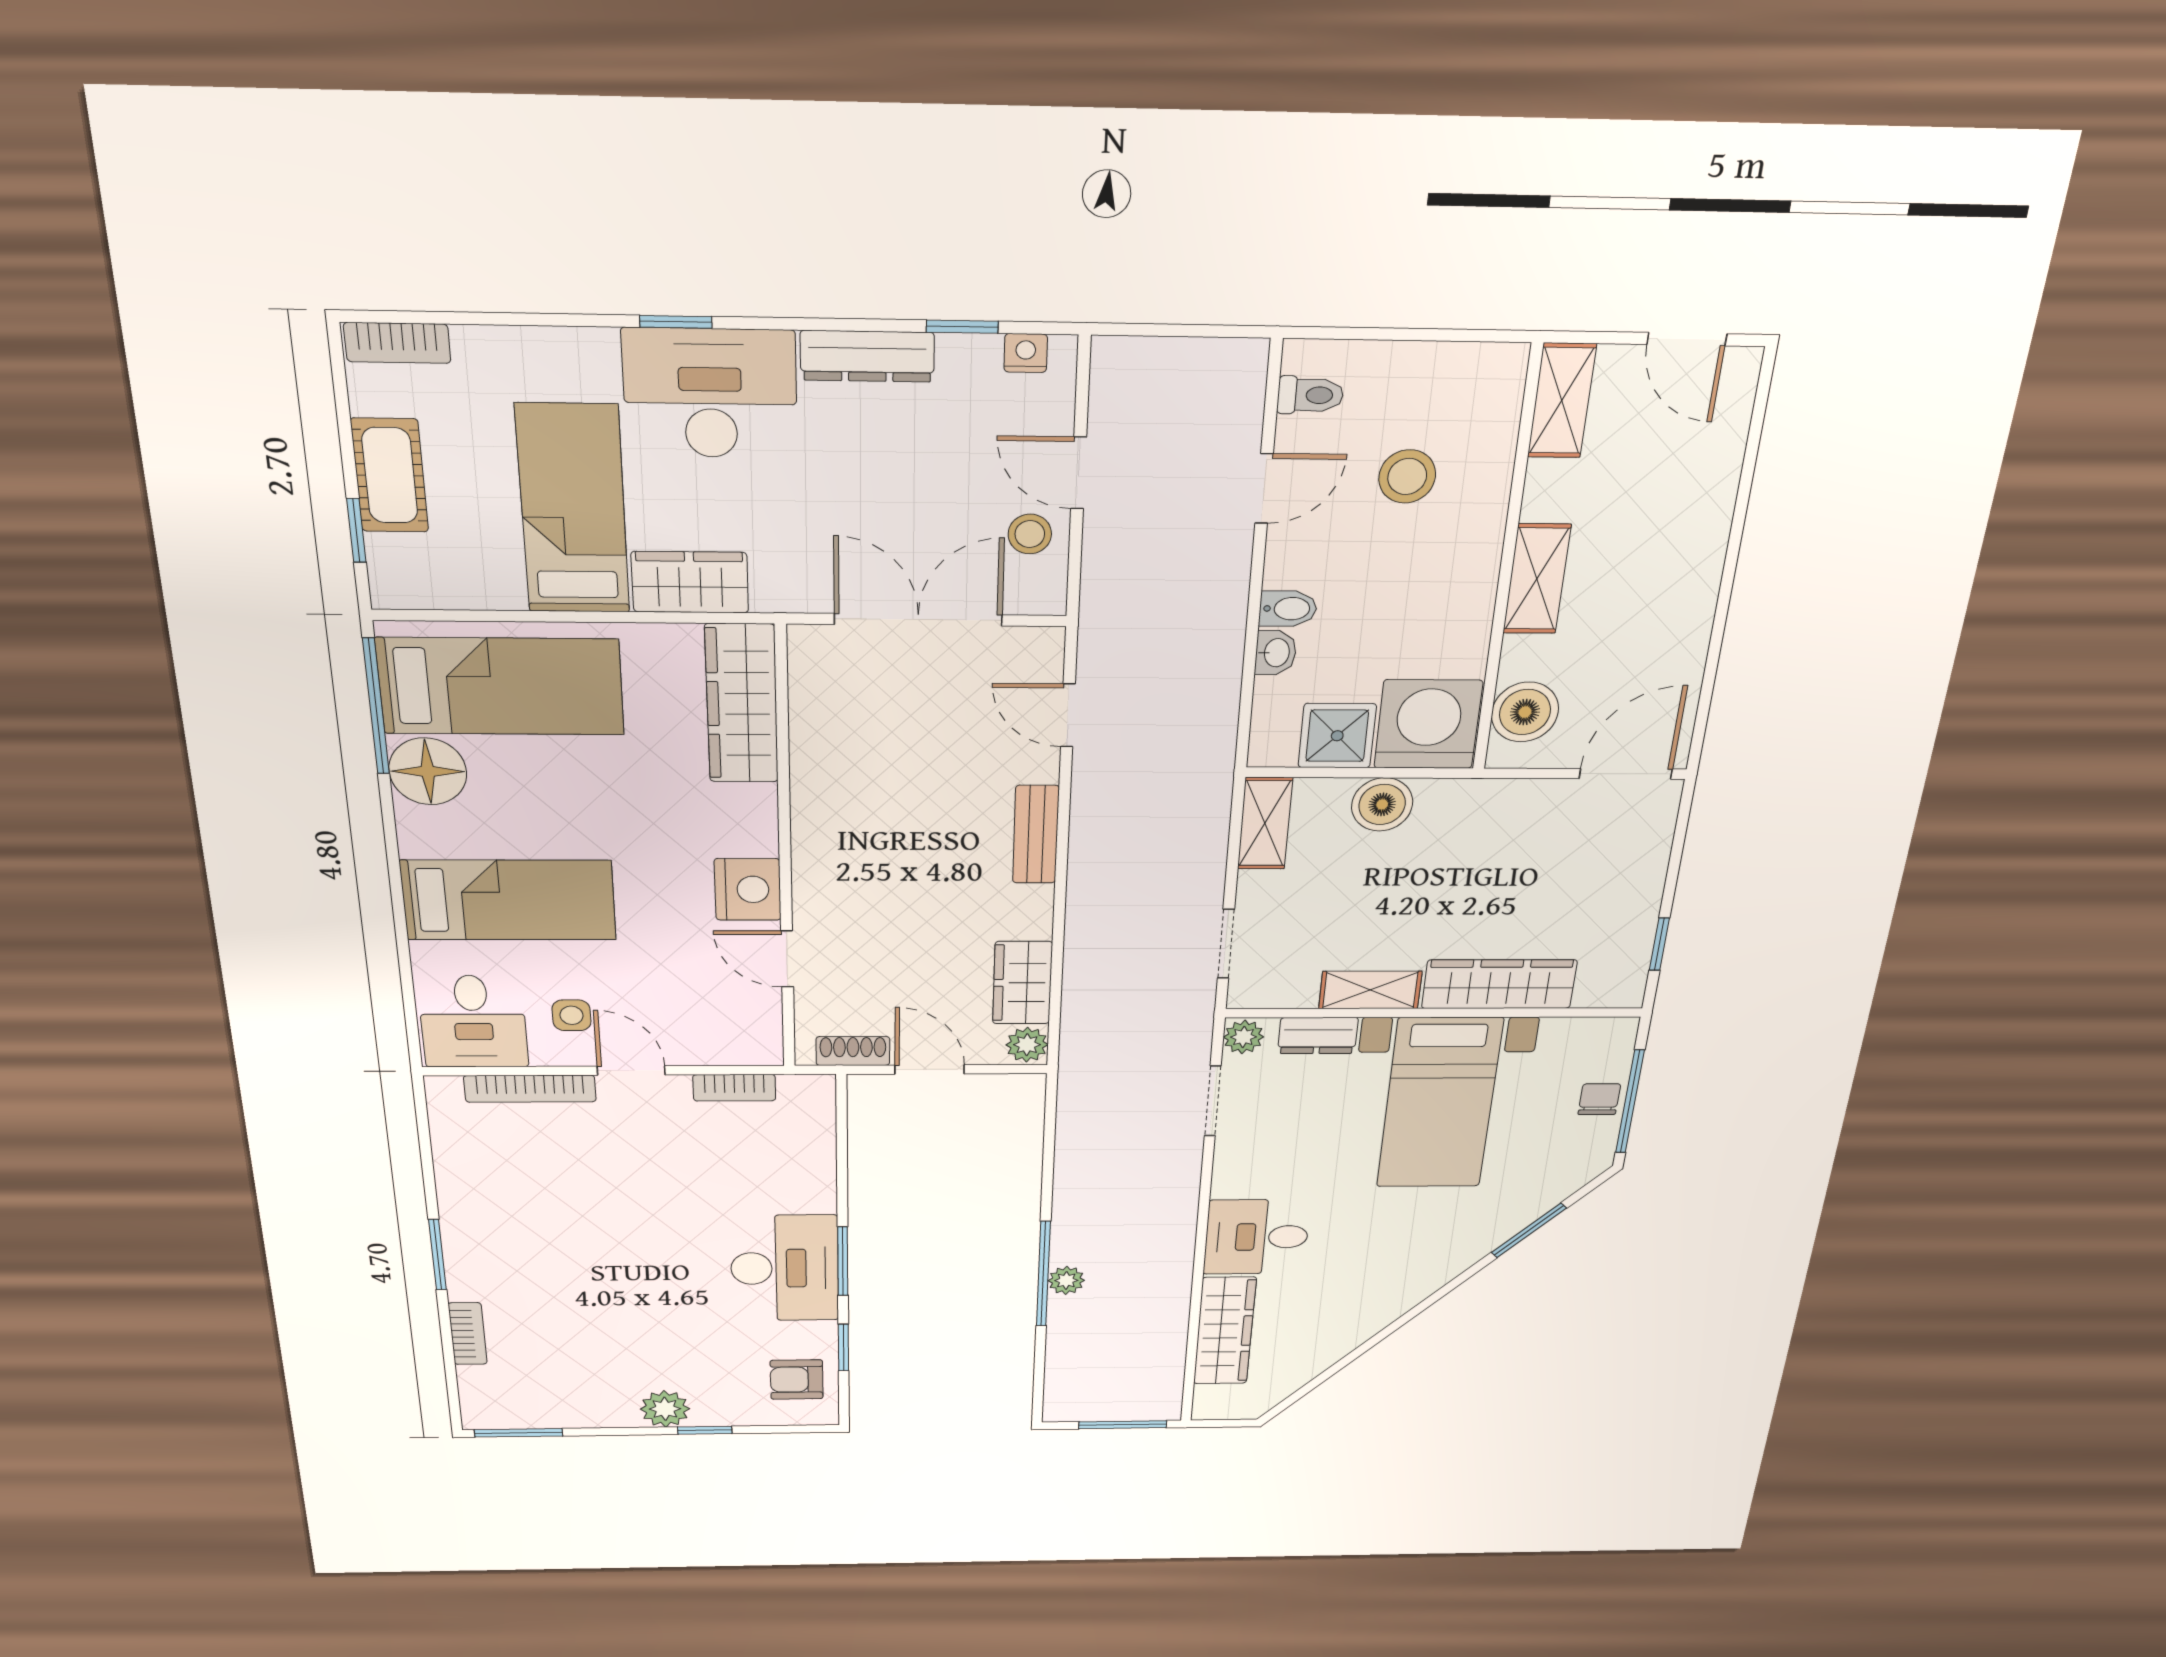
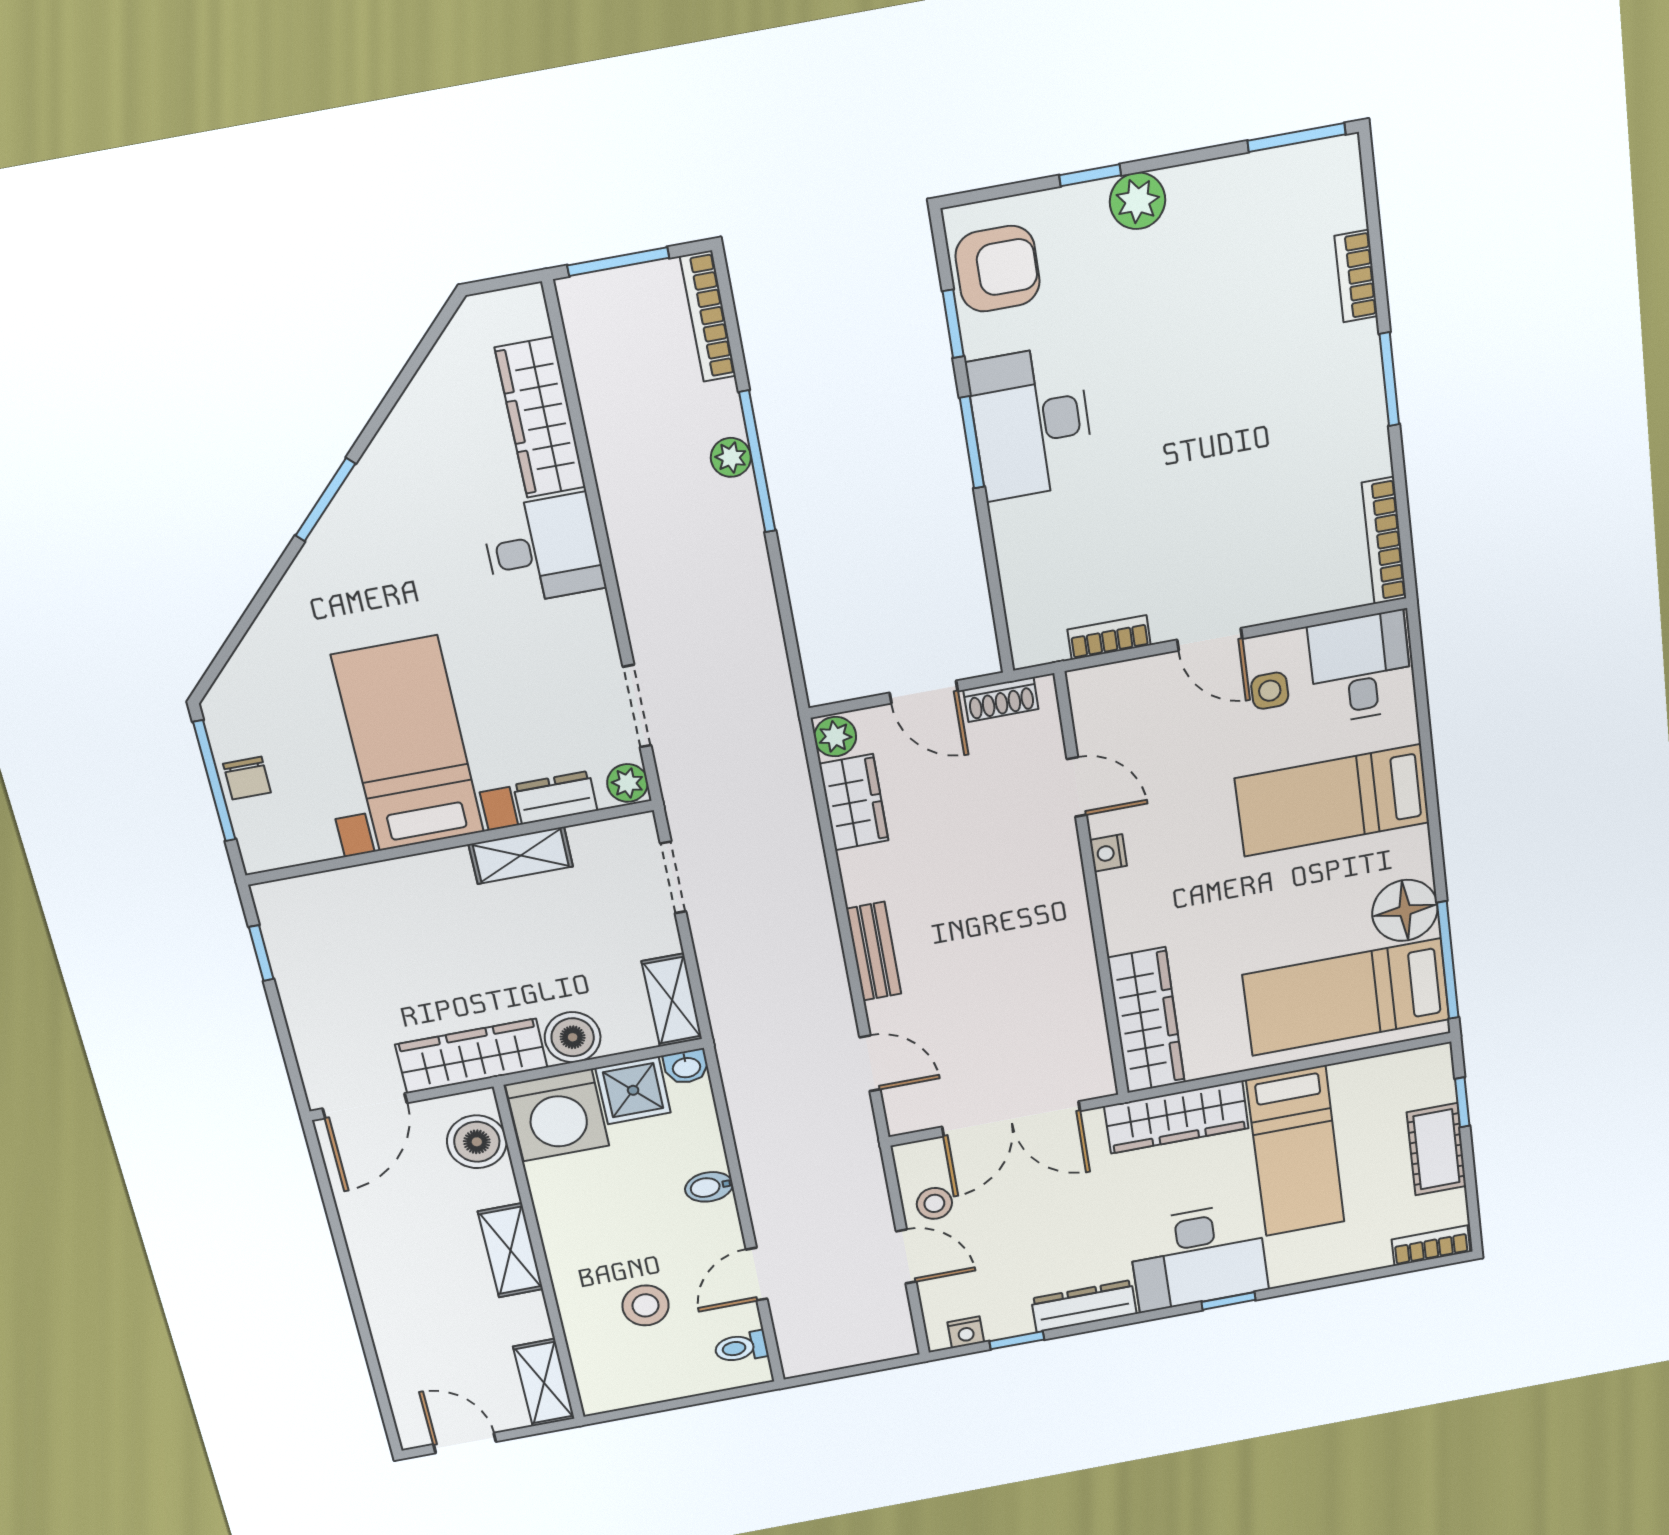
wardrobe: (690, 582) -> (1176, 1117), width x1.50
washbasin: (1276, 653) -> (686, 1067), moved, turned -90
nightstand: (748, 889) -> (1108, 853), width x0.53, depth x0.56
wardrobe: (1499, 984) -> (471, 1056), moved, turned 180
bookcase: (530, 1089) -> (1384, 541), moved, turned -90
window: (1529, 1230) -> (325, 500), moved
armchair: (797, 1380) -> (998, 269), width x1.38, depth x1.38
bookcase: (1058, 1380) -> (708, 316), added

